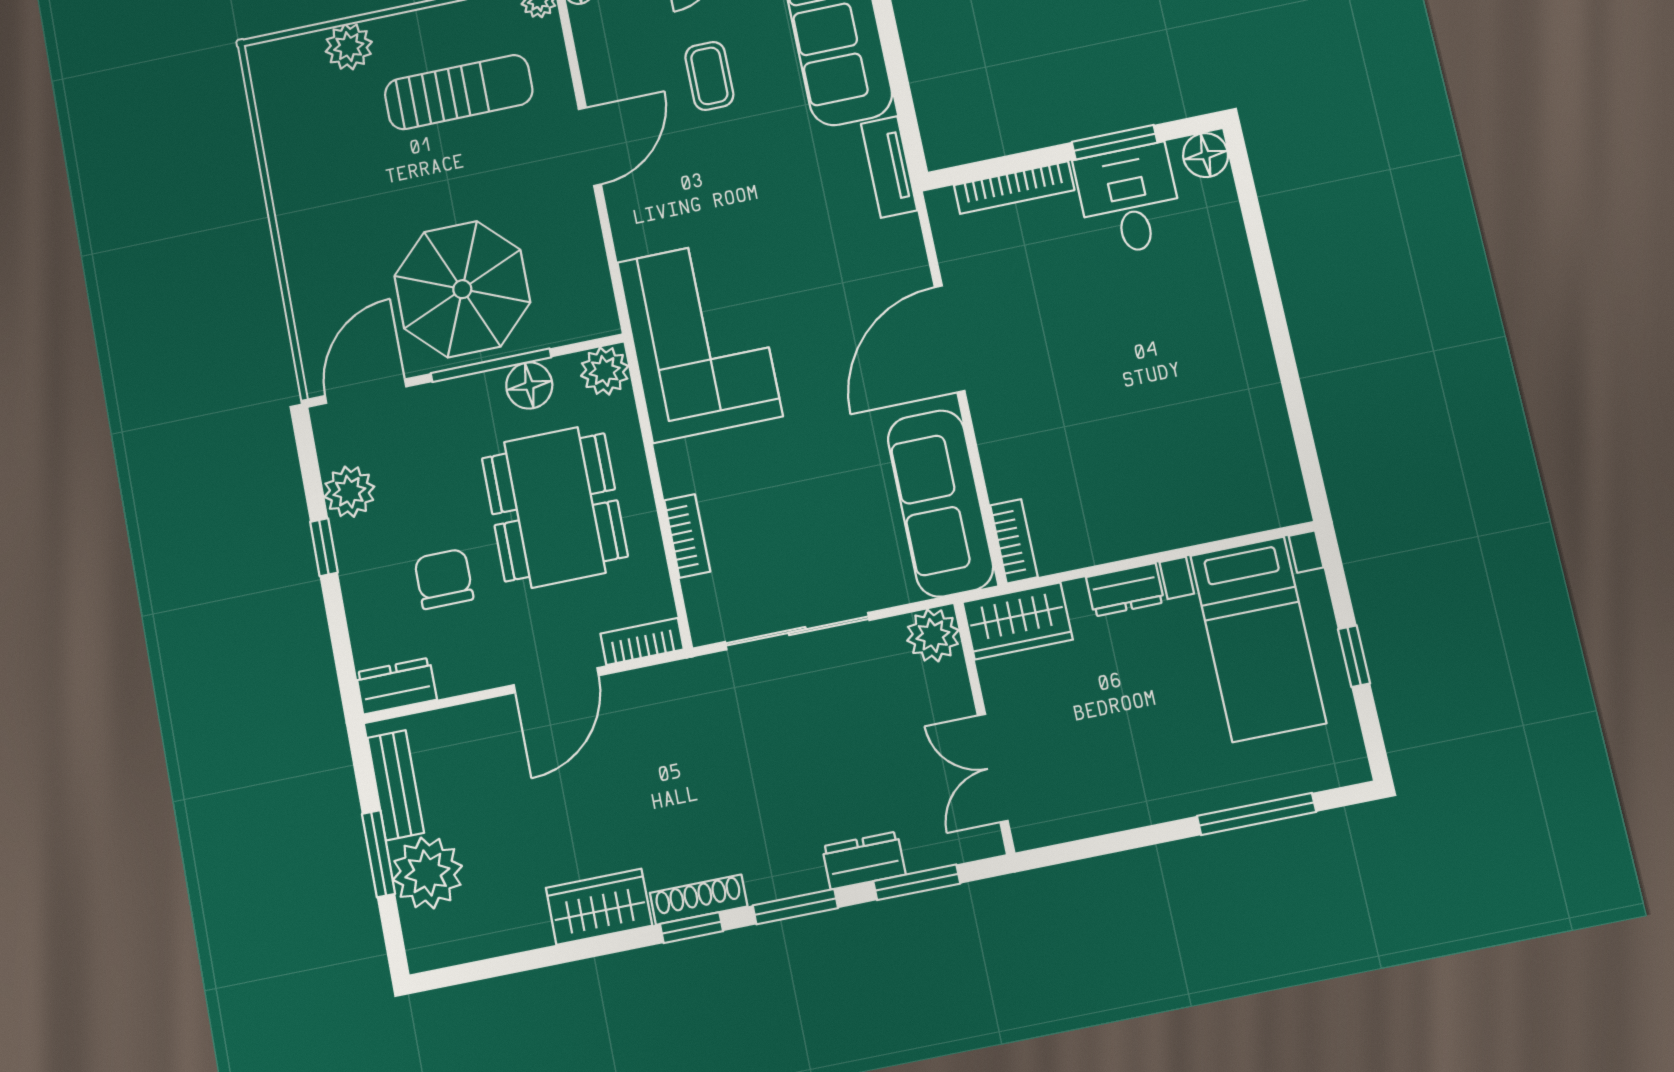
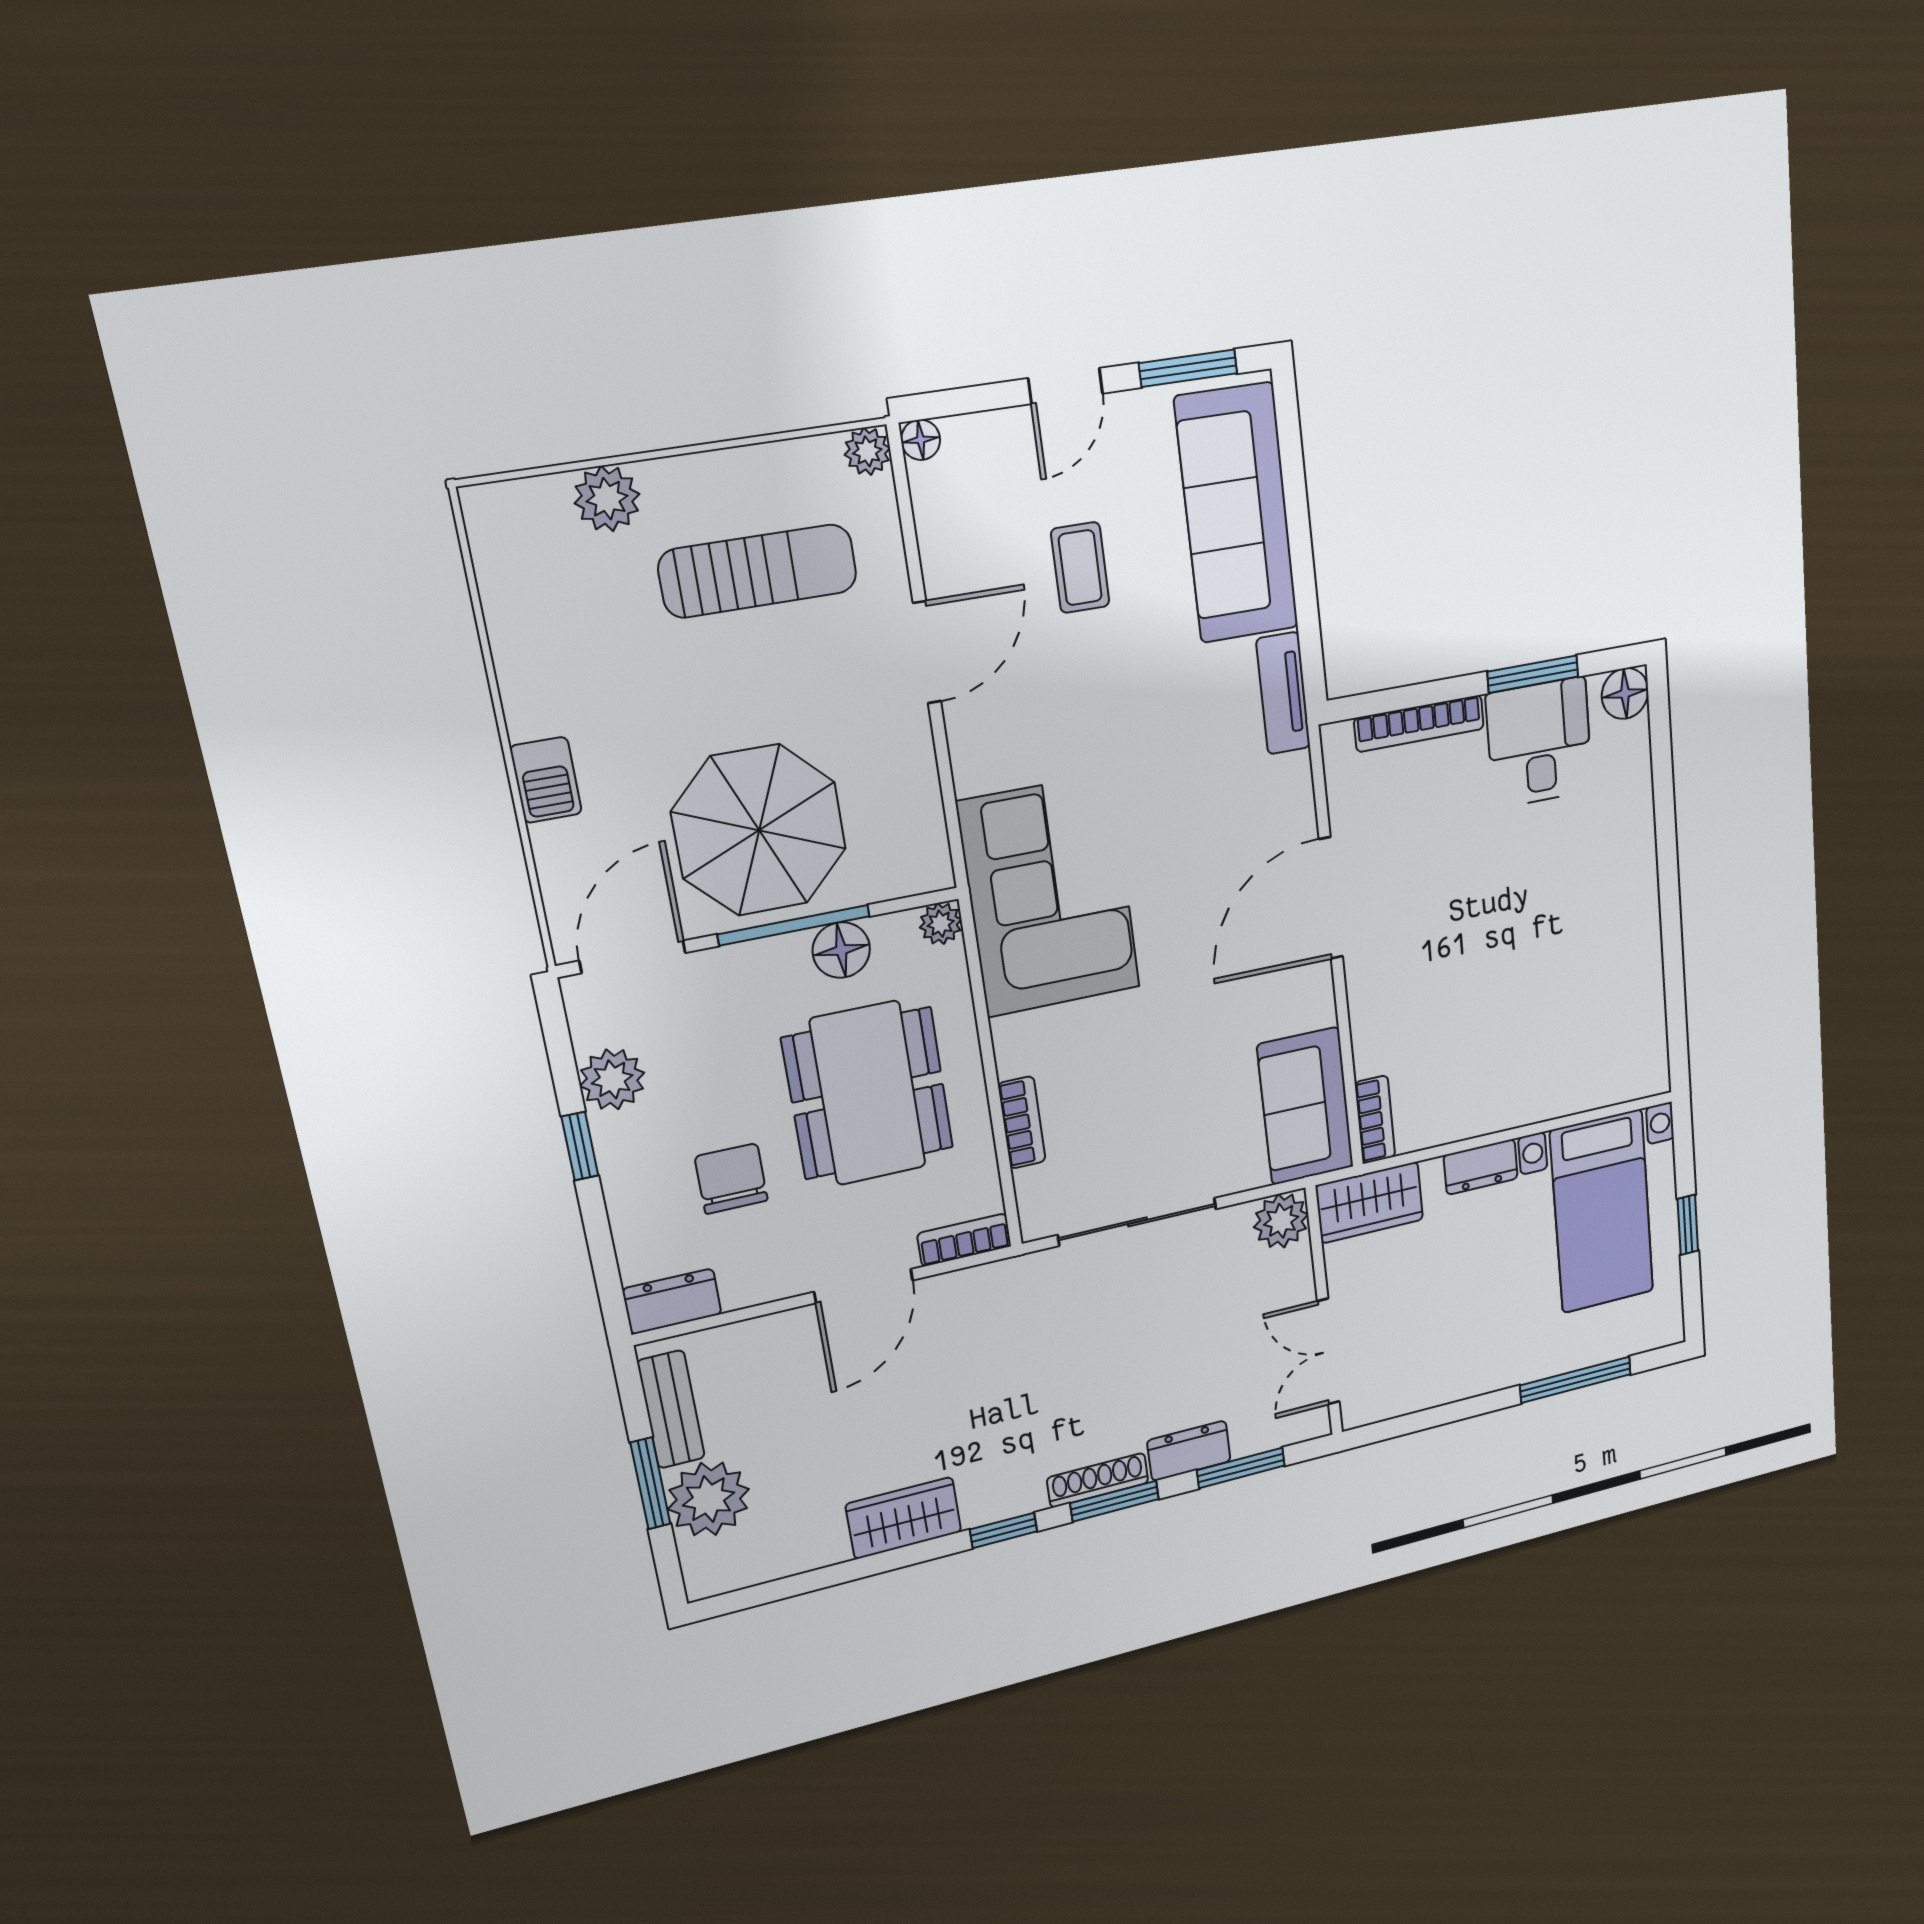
barbecue: (302, 254) -> (546, 780), added
plant: (605, 371) -> (941, 924), width x0.73, depth x0.73
sofa: (940, 503) -> (1305, 1106), width x0.73
shoe rack: (699, 900) -> (1098, 1480), moved

